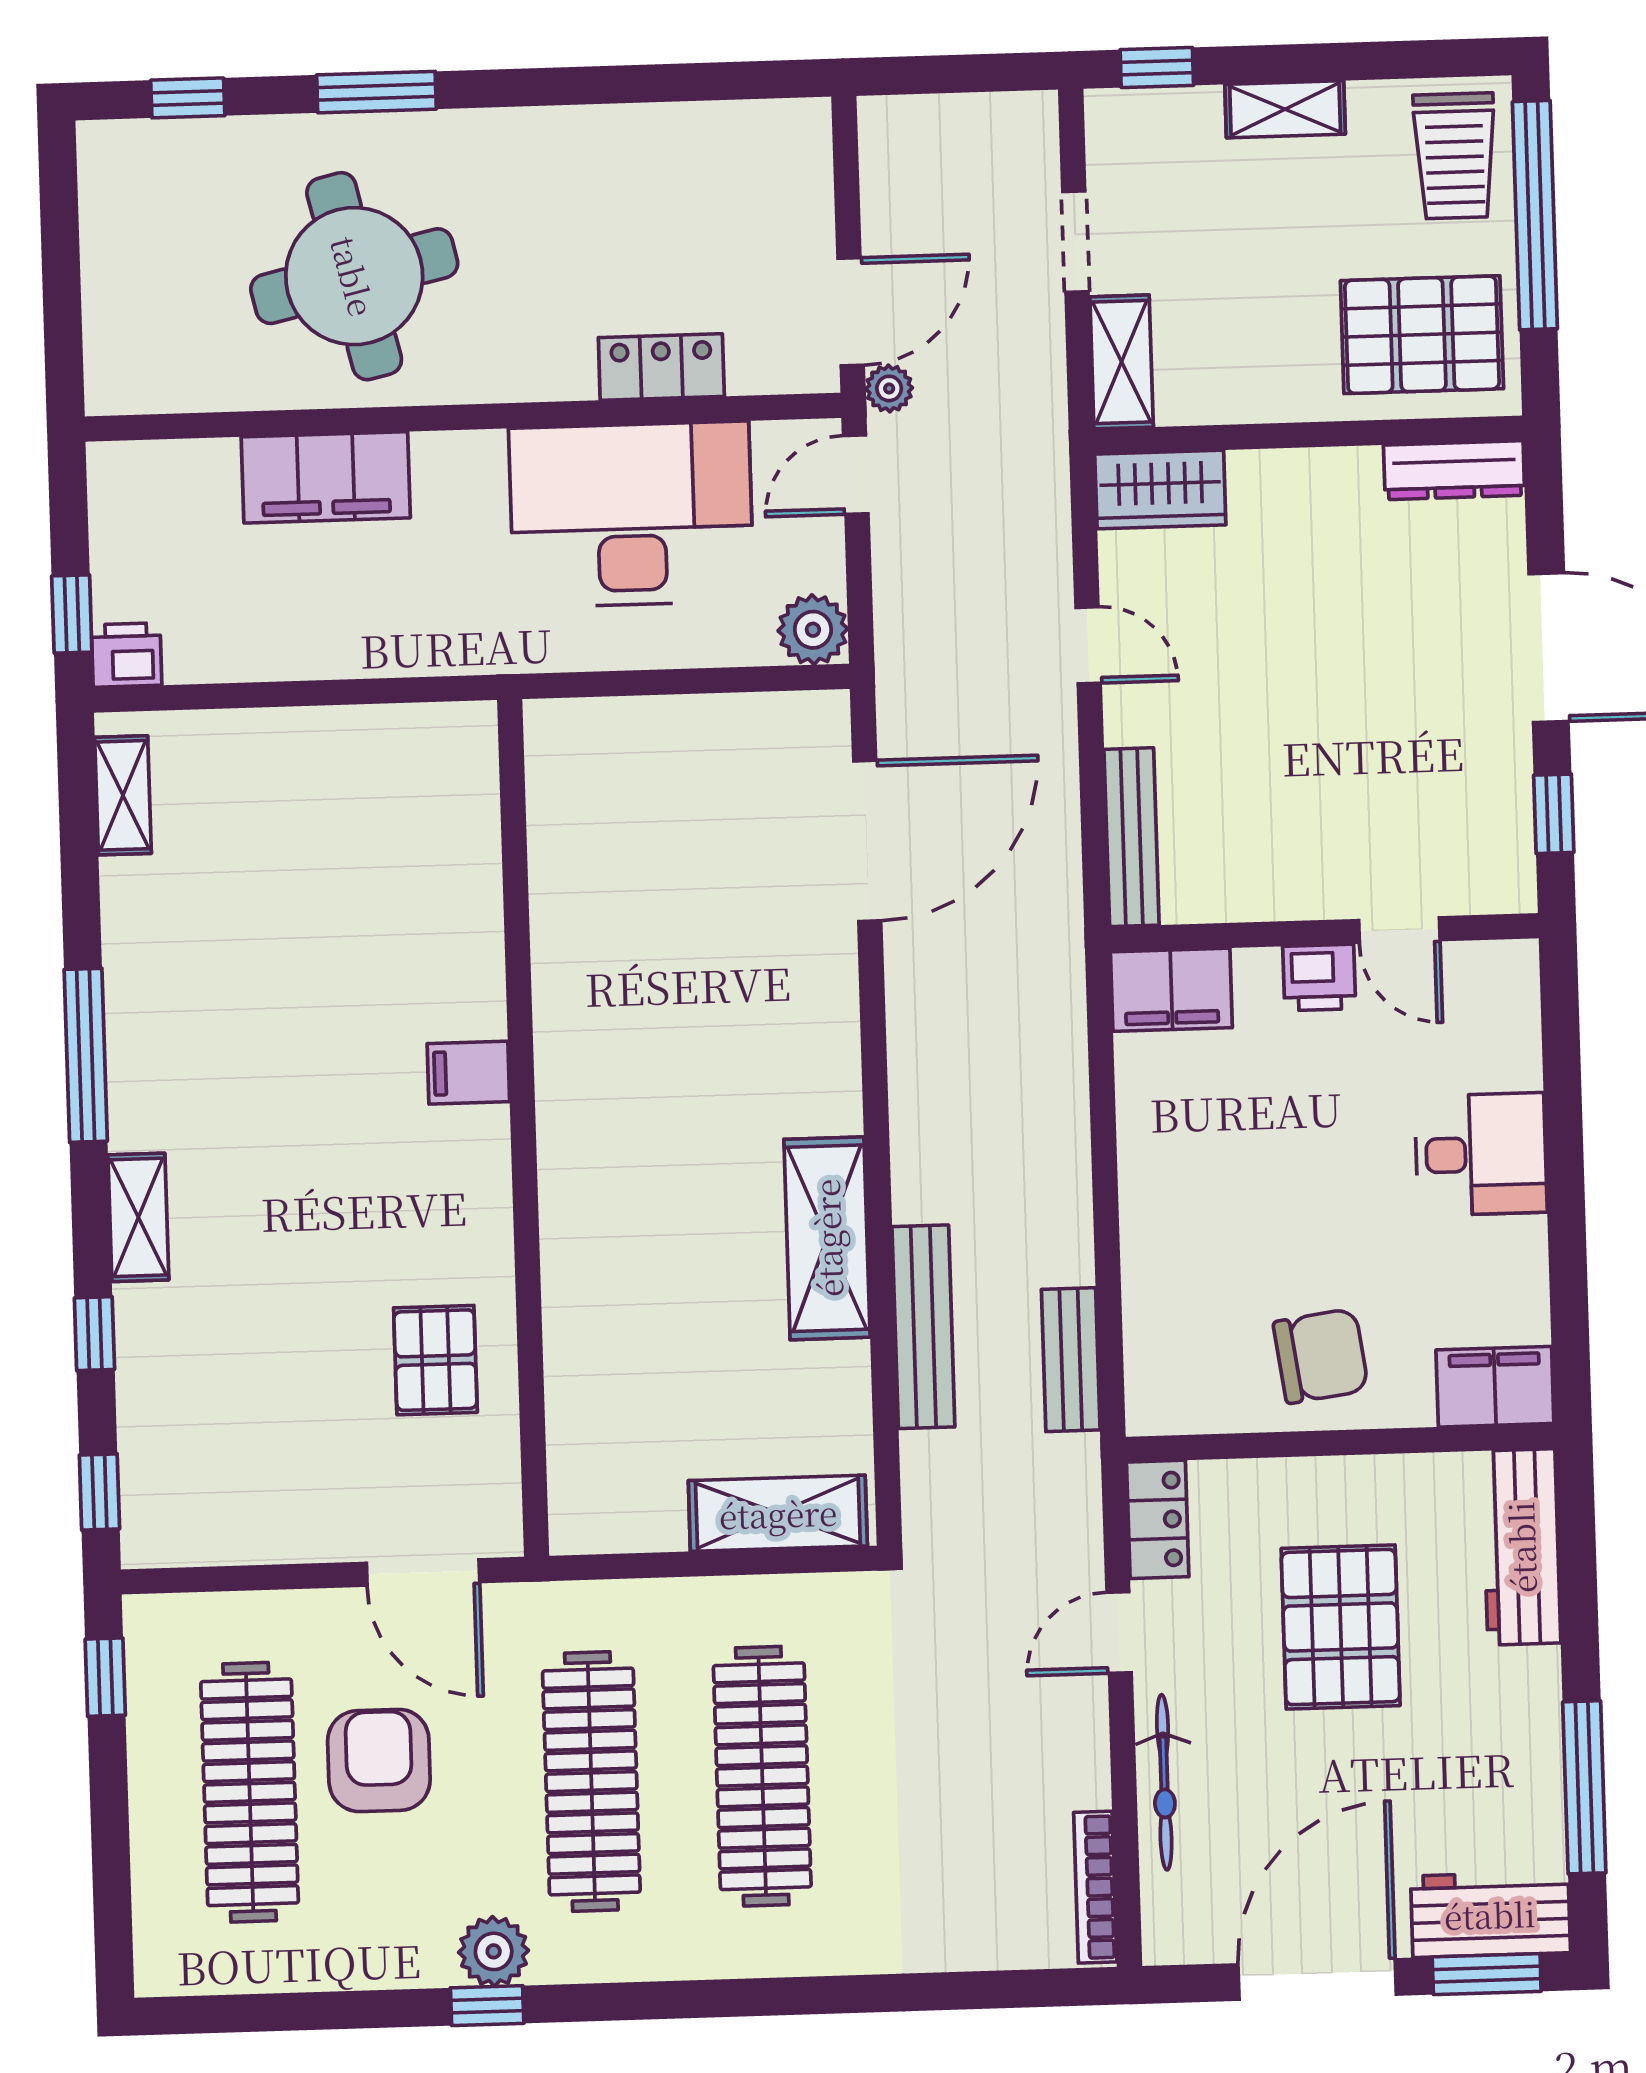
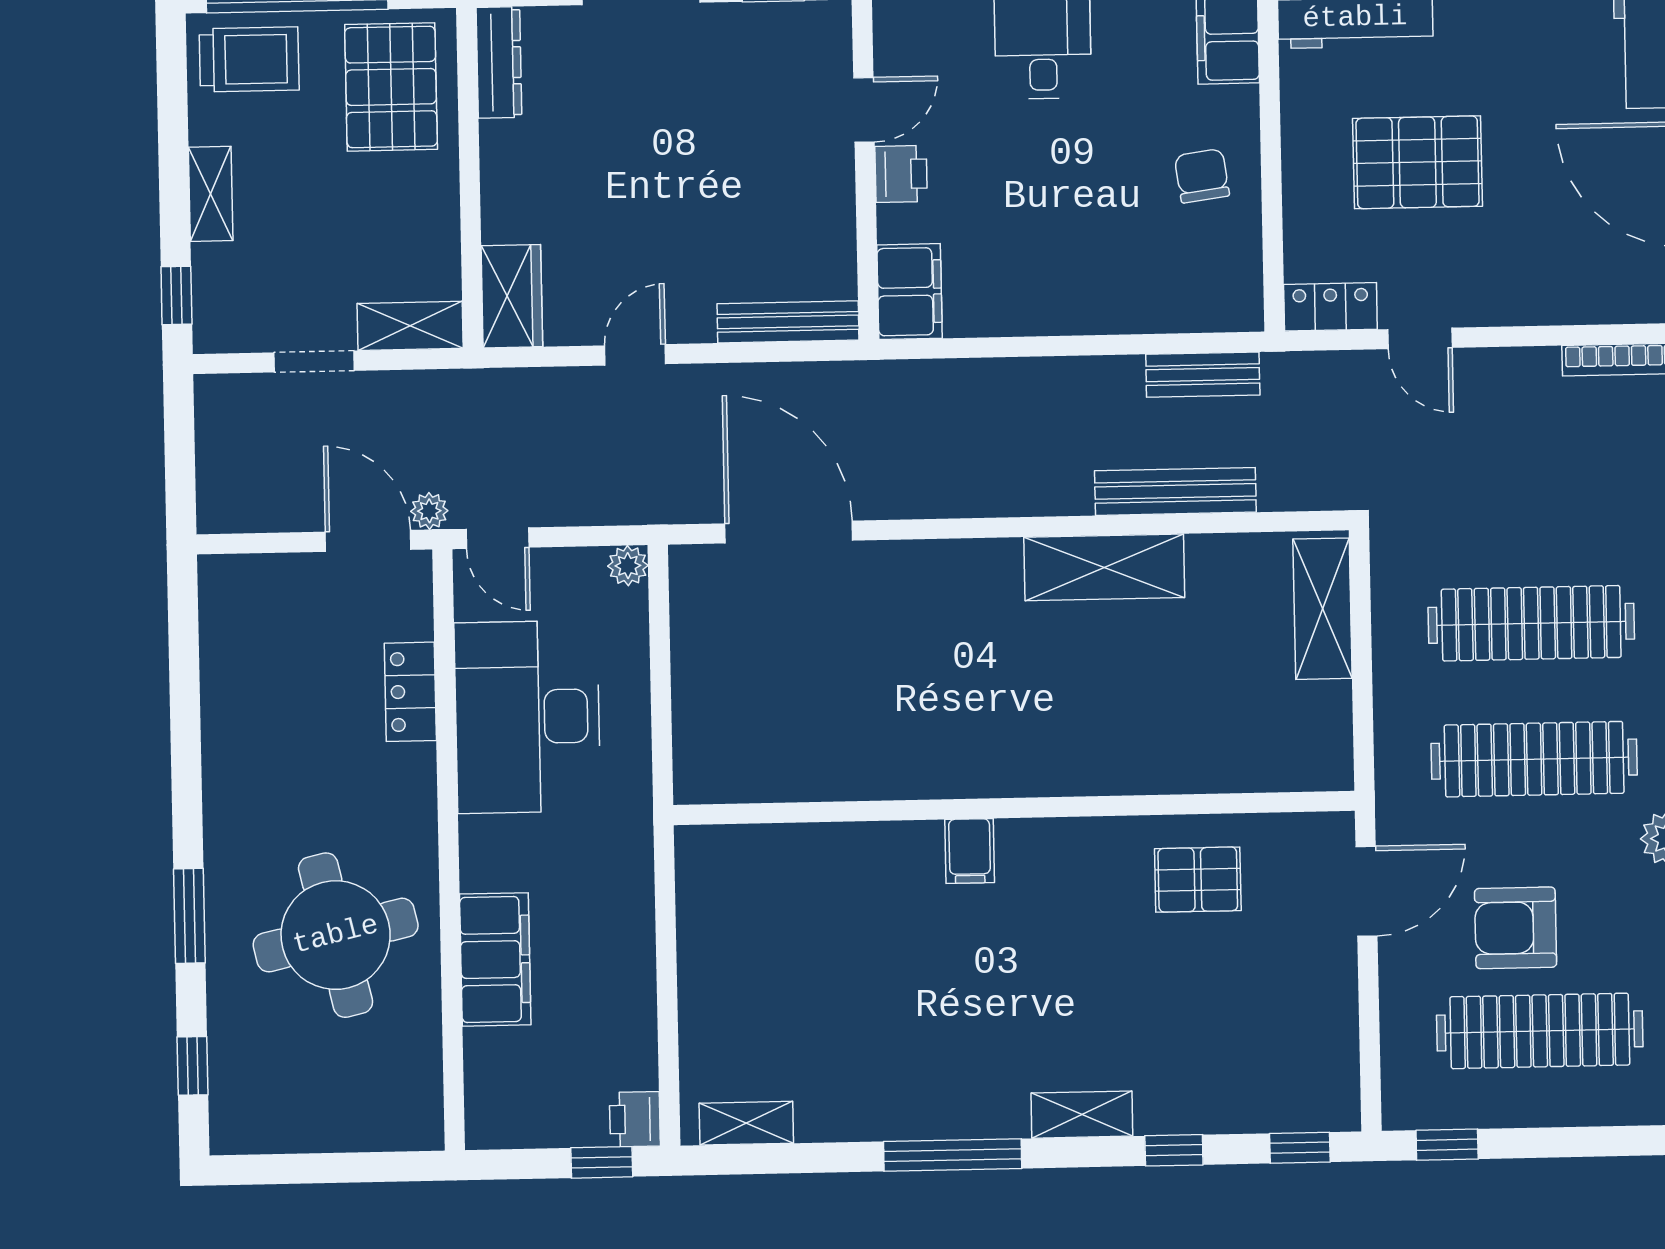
plant: (813, 630) -> (628, 566), width x0.73, depth x0.73
chair: (1321, 1356) -> (1202, 176), width x0.73, depth x0.73
bicycle: (1164, 1782) -> (1539, 304), removed

